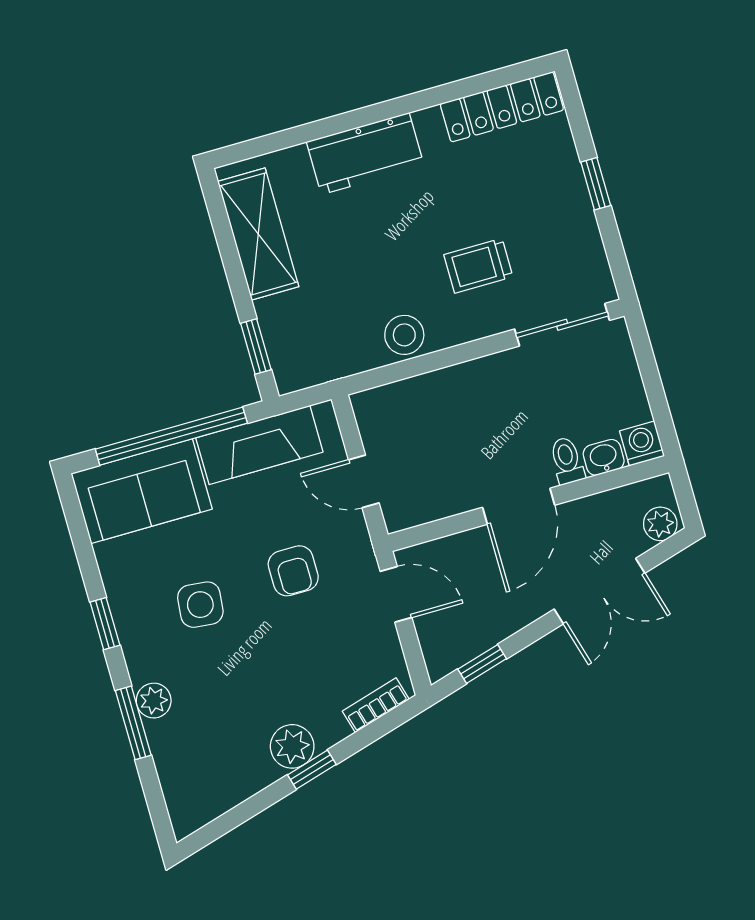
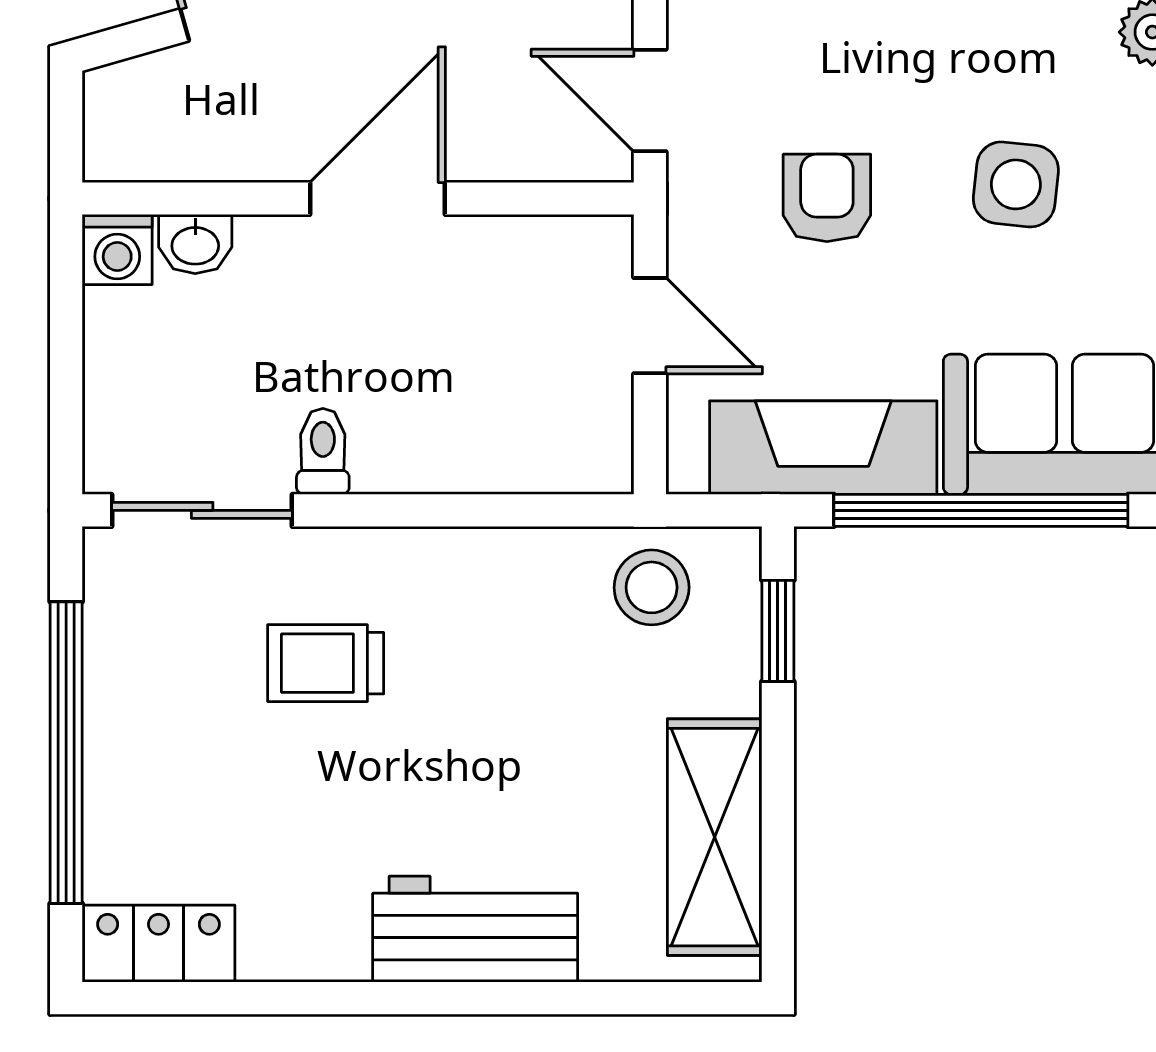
locker: (502, 107) -> (158, 944), width x0.66
window: (596, 184) -> (66, 753), width x3.17
trolley: (478, 266) -> (326, 663), turned 180
stool: (404, 335) -> (652, 587), moved
toilet: (567, 461) -> (323, 451), moved, turned 180
plant: (660, 524) -> (126, 92), removed

